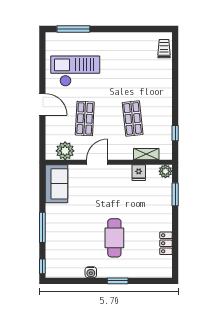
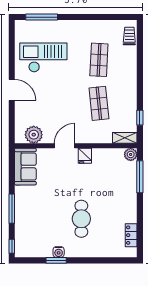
shop shelf: (85, 119) -> (99, 60), moved
shelving: (146, 154) -> (125, 138), moved
fridge: (139, 173) -> (85, 156), moved
window: (175, 194) -> (140, 177), width x1.44
locker: (166, 243) -> (131, 235), moved
window: (118, 281) -> (56, 260), moved

